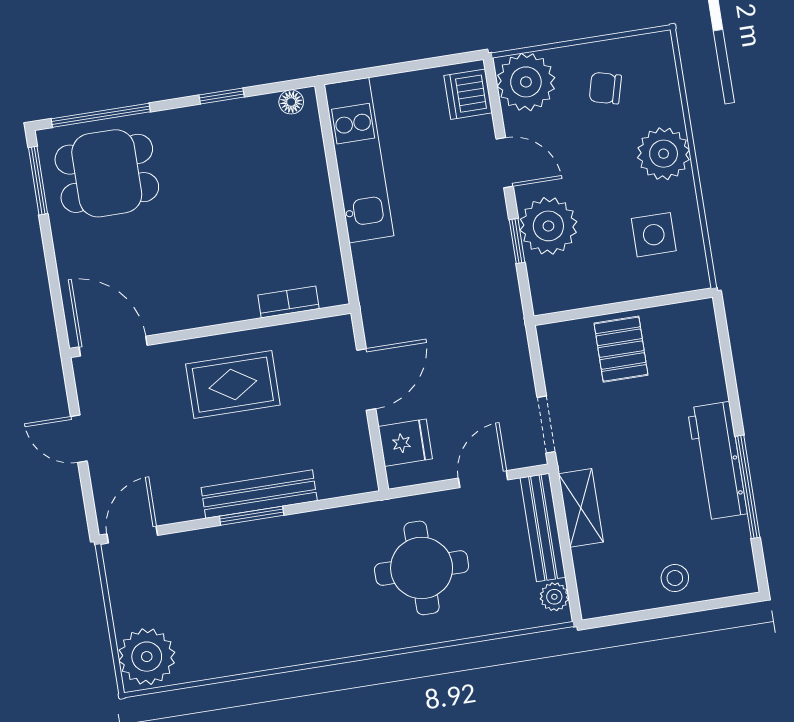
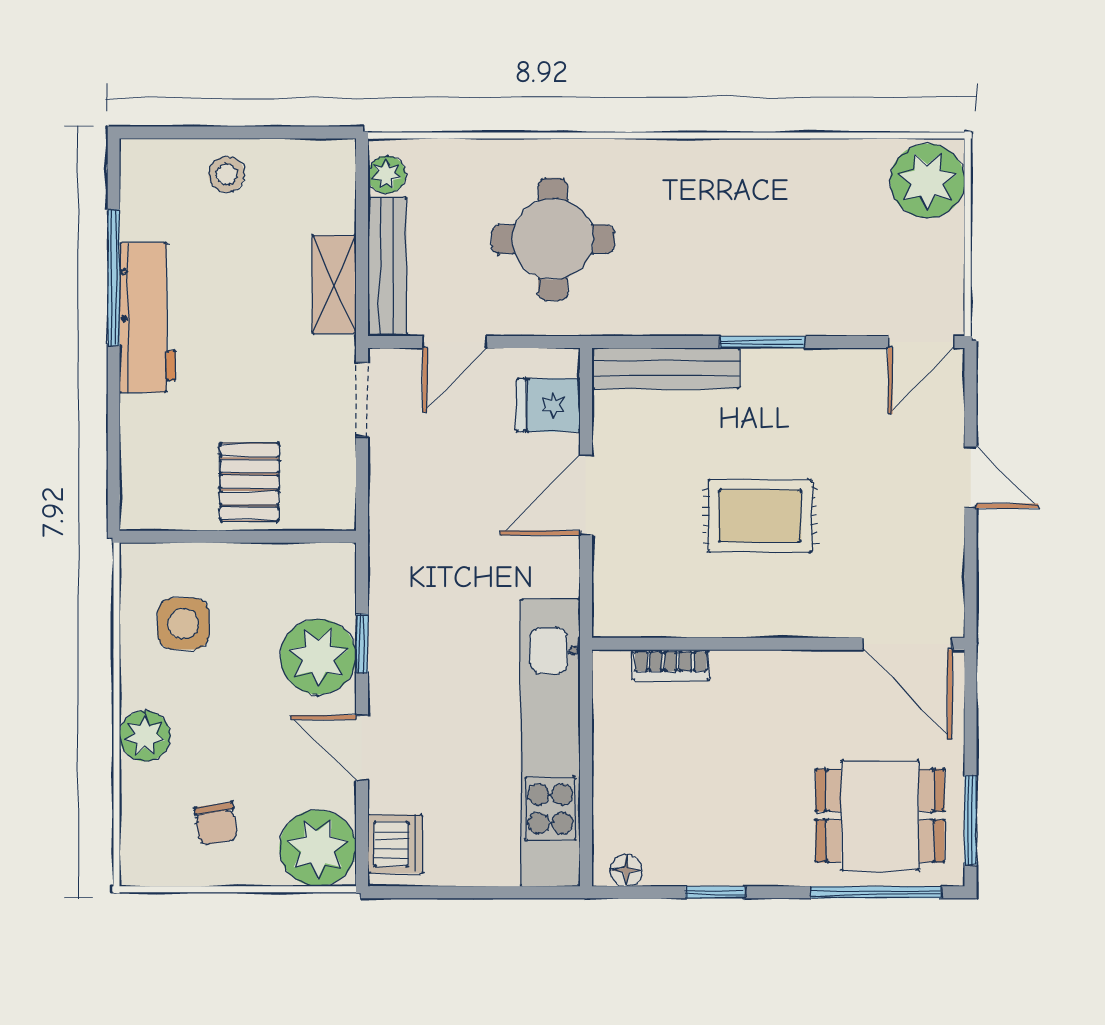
chair: (605, 88) -> (216, 824), turned 66
plant: (664, 154) -> (145, 736), width x0.73, depth x0.73
kitchen unit: (359, 160) -> (550, 743), width x1.36
bookcase: (289, 302) -> (671, 665), moved
wall: (210, 331) -> (778, 644), moved
door: (113, 346) -> (907, 644), moved
bench: (259, 494) -> (666, 368), moved

